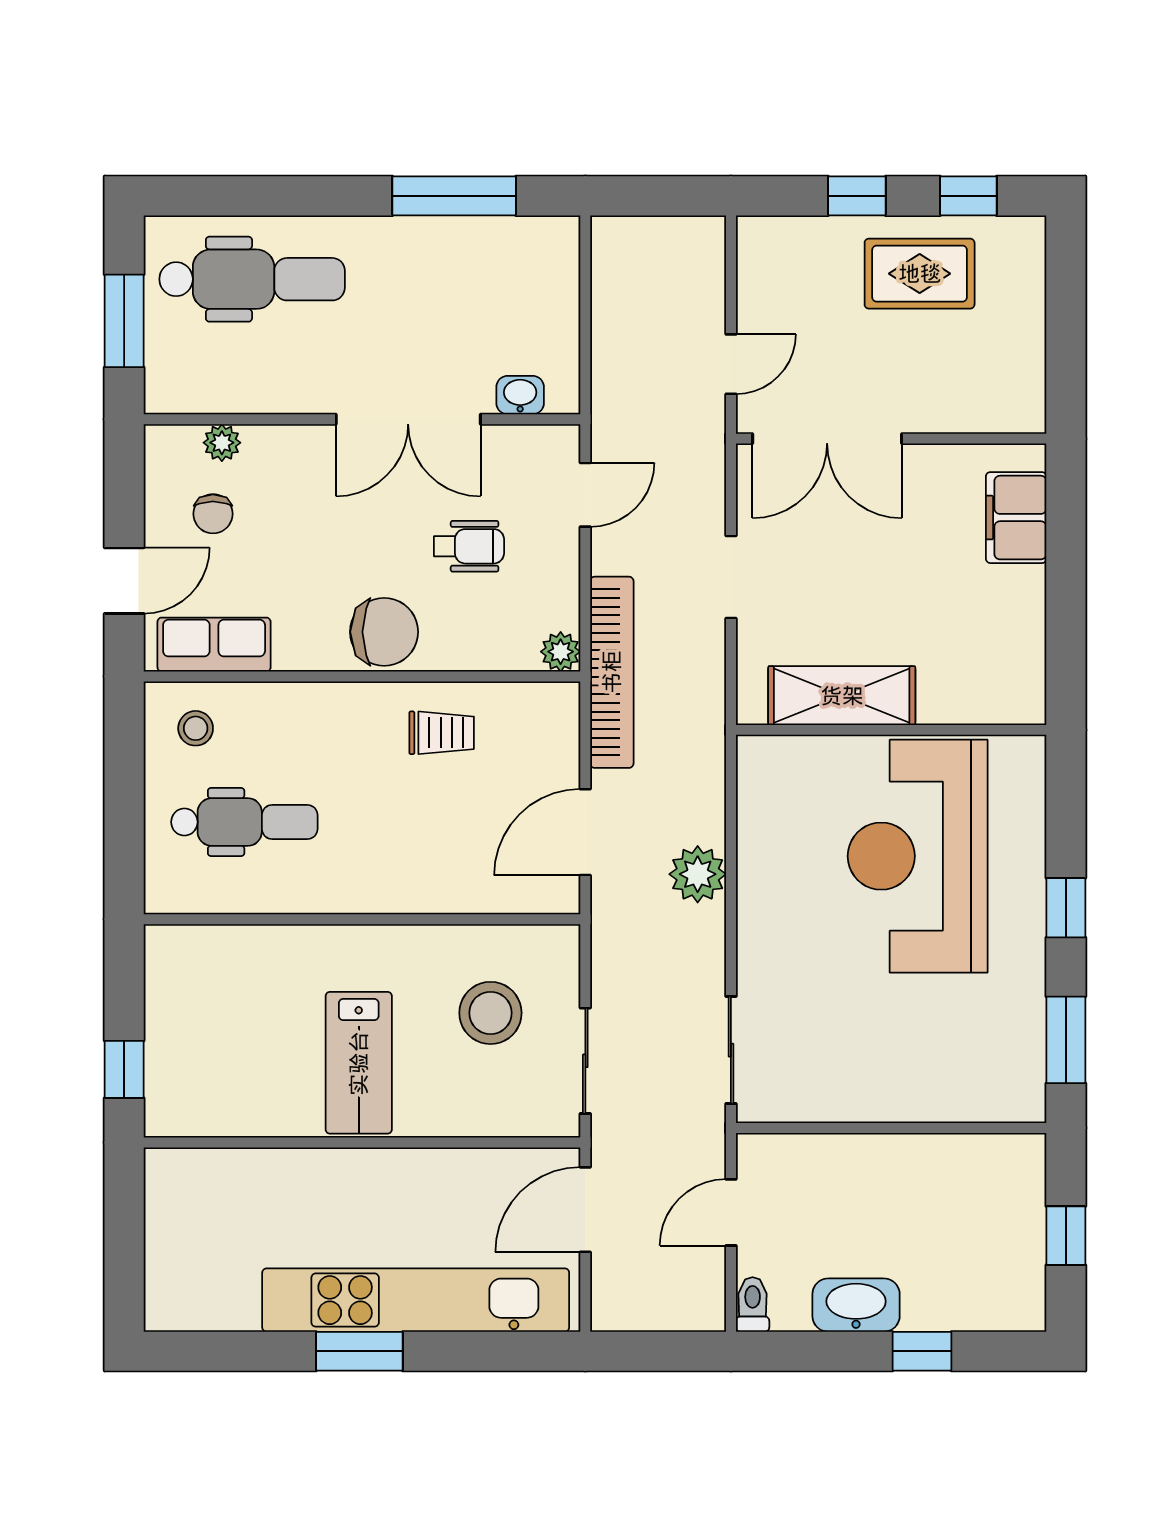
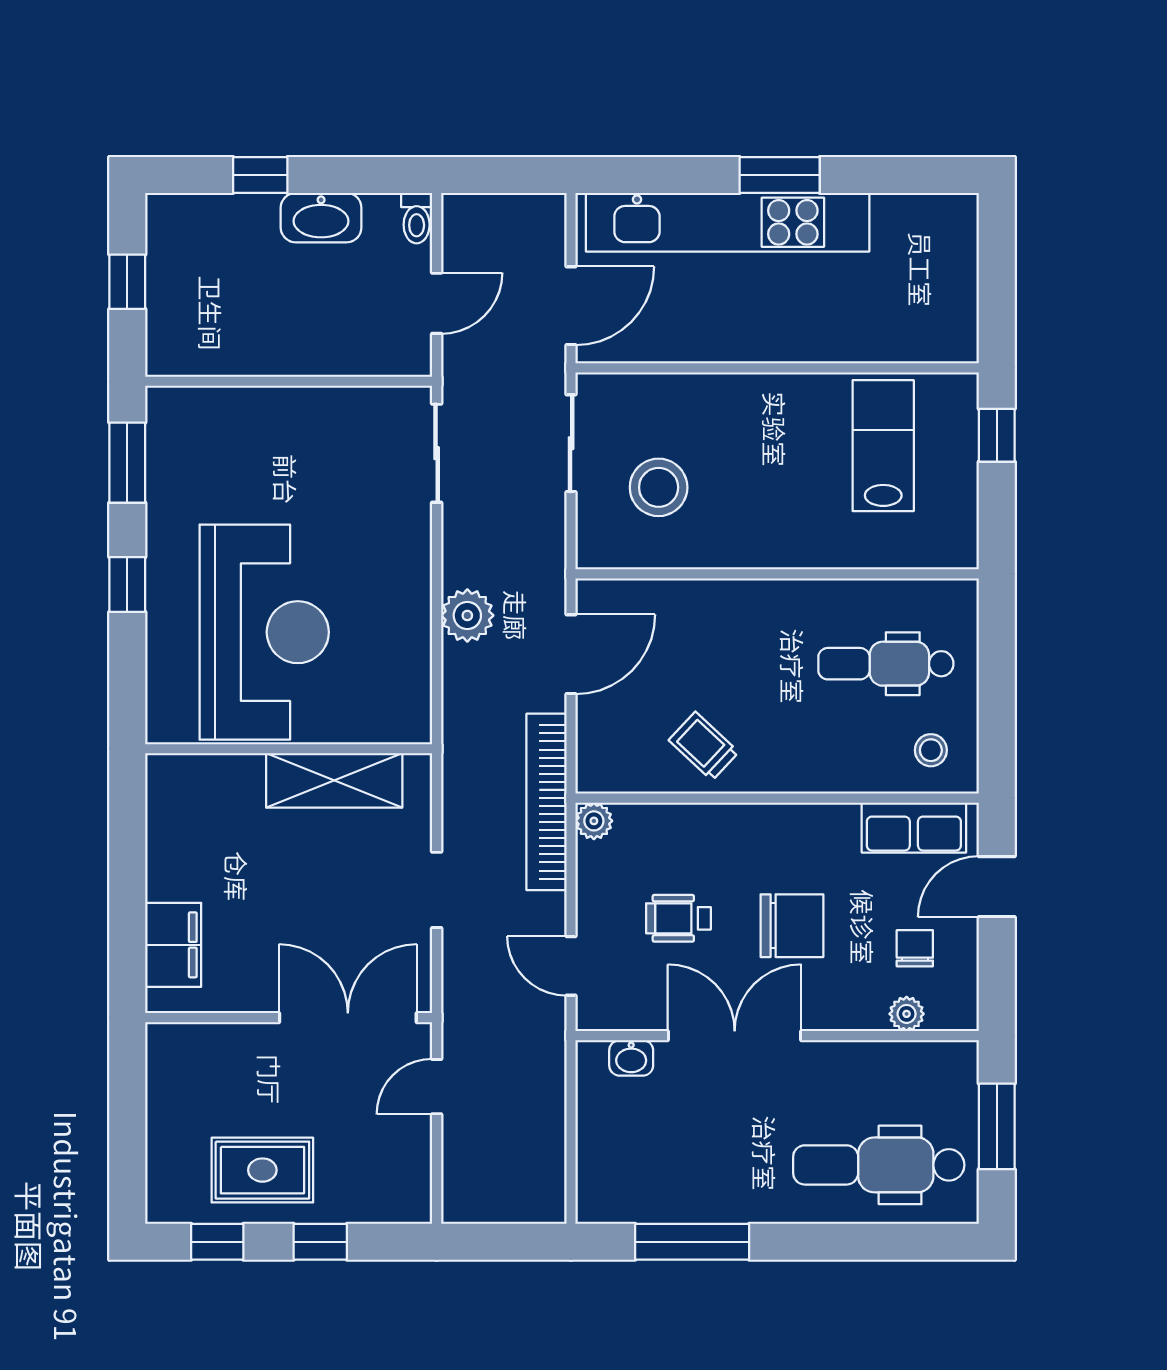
door: (585, 495) -> (571, 966), hinge flipped
chair: (384, 632) -> (792, 926), moved, turned 180
trolley: (442, 733) -> (704, 746), turned 43
lab bench: (359, 1063) -> (883, 446), moved

